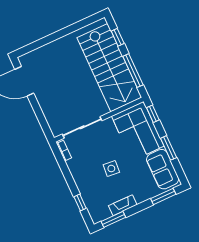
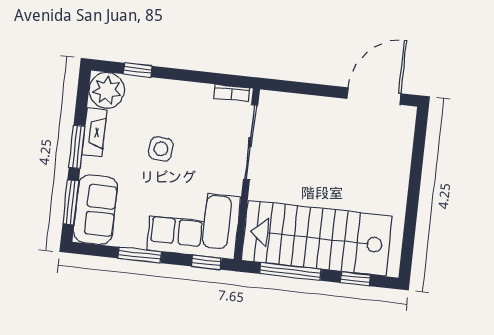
sofa: (163, 169) -> (96, 210), moved, turned 90
plant: (99, 212) -> (107, 90), added
window: (113, 219) -> (77, 147), moved

